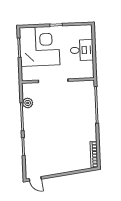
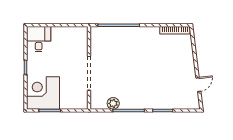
corner desk: (40, 46) -> (43, 93), width x0.74, depth x0.74
desk: (82, 50) -> (39, 39), moved
door: (35, 179) -> (198, 85), moved

